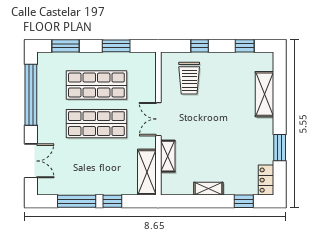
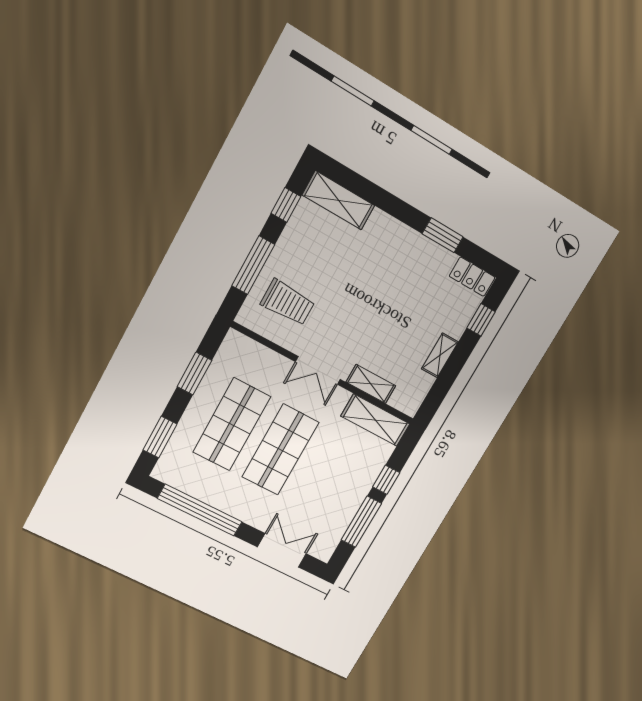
window: (200, 46) -> (253, 265), width x2.17
shelving: (265, 94) -> (338, 200), moved

